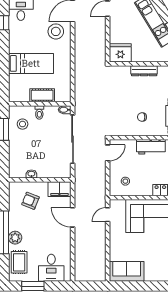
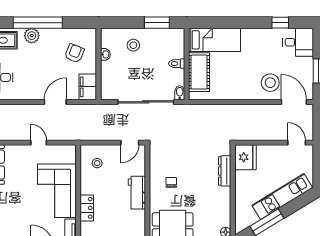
bed: (31, 63) -> (215, 40), moved, turned -90
dresser: (144, 71) -> (225, 171), moved
cot: (42, 95) -> (199, 72), width x1.37, depth x1.34
stool: (23, 124) -> (133, 45), moved
door: (108, 153) -> (130, 143), hinge flipped
door: (108, 215) -> (39, 143), moved

